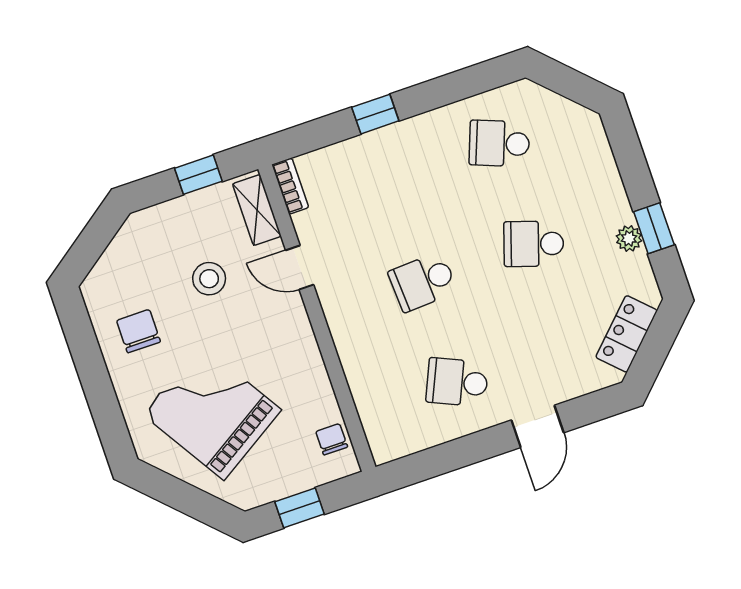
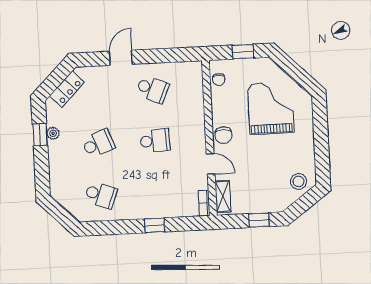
window: (198, 175) -> (259, 220), moved
school desk: (534, 244) -> (98, 144), turned -39
stool: (209, 279) -> (299, 181), moved
chair: (138, 331) -> (223, 135), moved
grand piano: (212, 412) -> (271, 108), turned -148

